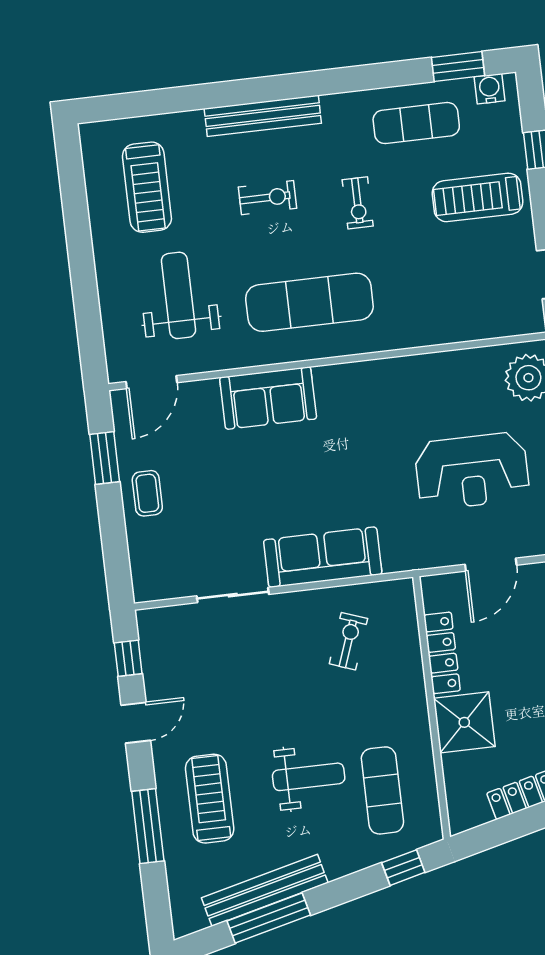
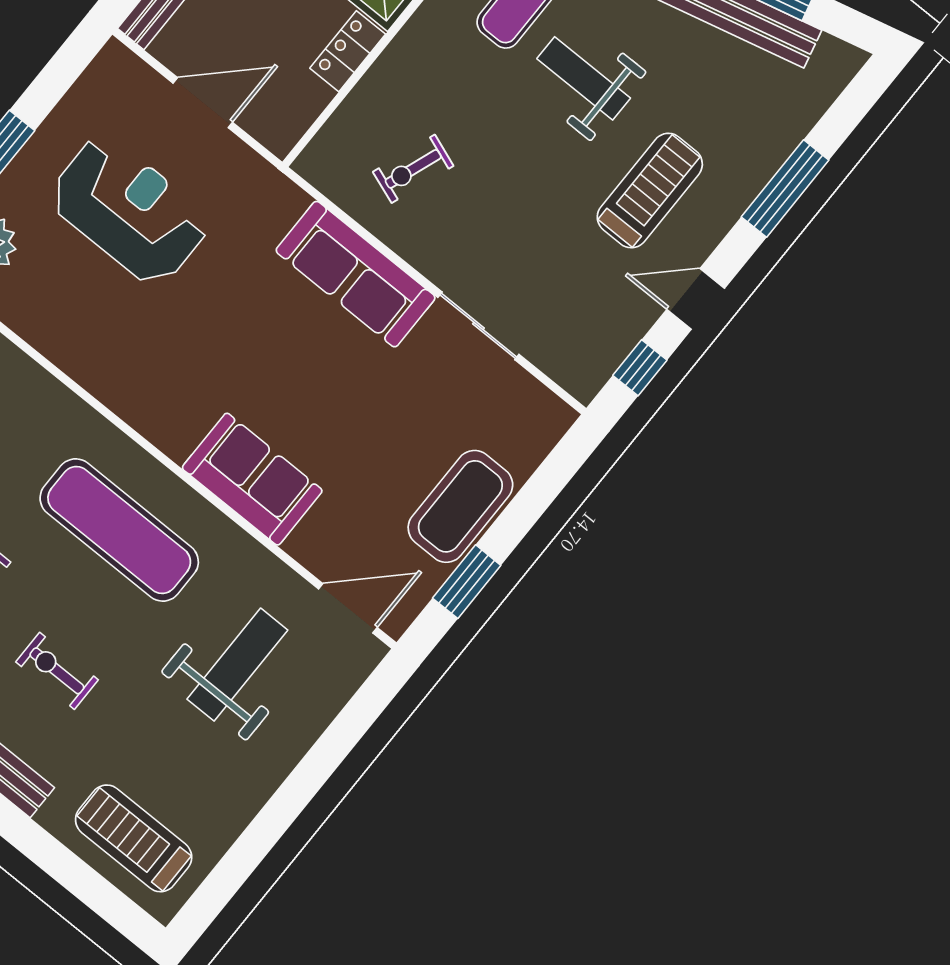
treadmill: (147, 187) -> (134, 838), moved, turned -90
weight bench: (178, 295) -> (237, 665), turned 180
coffee table: (147, 493) -> (460, 506), width x1.86, depth x1.72
locker: (442, 653) -> (348, 51), width x0.66
treadmill: (210, 799) -> (650, 191), moved, turned 180

